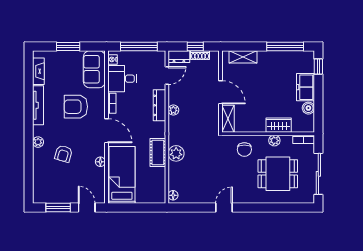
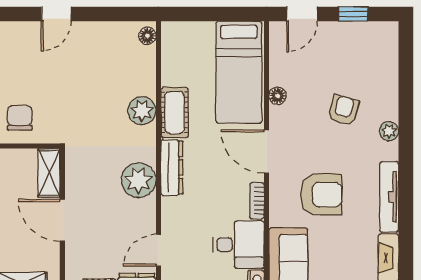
dresser: (159, 105) -> (172, 167), moved
plant: (173, 110) -> (139, 180), width x1.87, depth x1.87
window: (58, 207) -> (353, 14), width x0.67
door: (87, 207) -> (302, 14), hinge flipped

